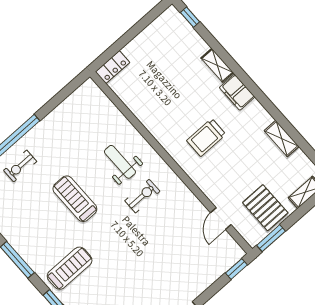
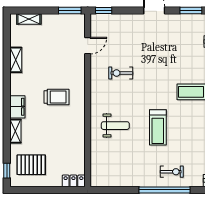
weight bench: (120, 162) -> (115, 126), turned -90
exercise bike: (142, 196) -> (121, 73), moved
pallet: (265, 208) -> (31, 165), moved, turned 90

